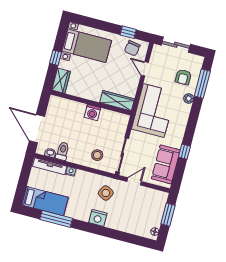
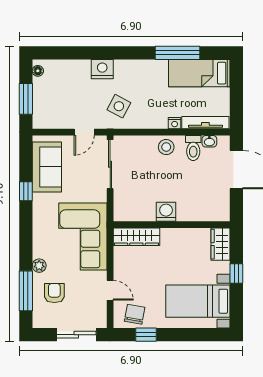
stool: (97, 155) -> (166, 147), moved
nightstand: (98, 218) -> (102, 69), moved

